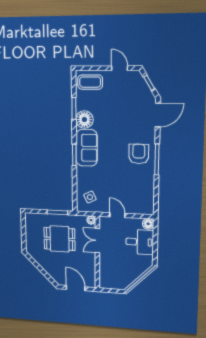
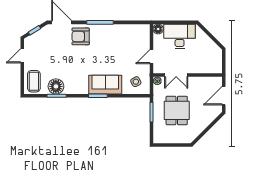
floor lamp: (84, 120) -> (56, 86), moved
sofa: (87, 148) -> (105, 85), moved
armchair: (139, 154) -> (81, 36), moved
desk: (140, 242) -> (180, 36), width x1.37

